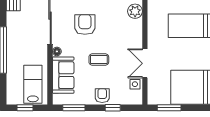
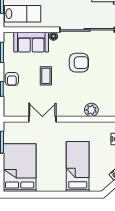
side table: (135, 84) -> (23, 110), removed
armchair: (102, 96) -> (12, 79), turned 90

